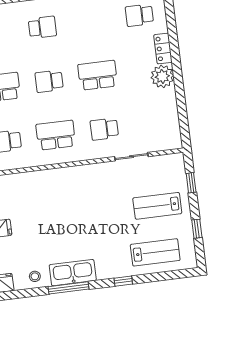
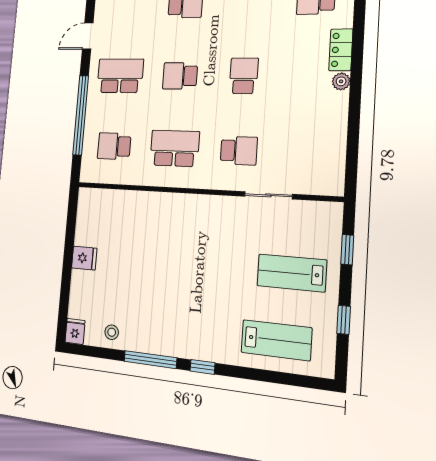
school desk: (98, 75) -> (244, 76), width x0.54
plant: (162, 76) -> (341, 81), width x0.53, depth x0.53
school desk: (104, 129) -> (239, 151), turned 180
kitchen sink: (73, 273) -> (160, 340), removed
window: (123, 281) -> (202, 367), moved

